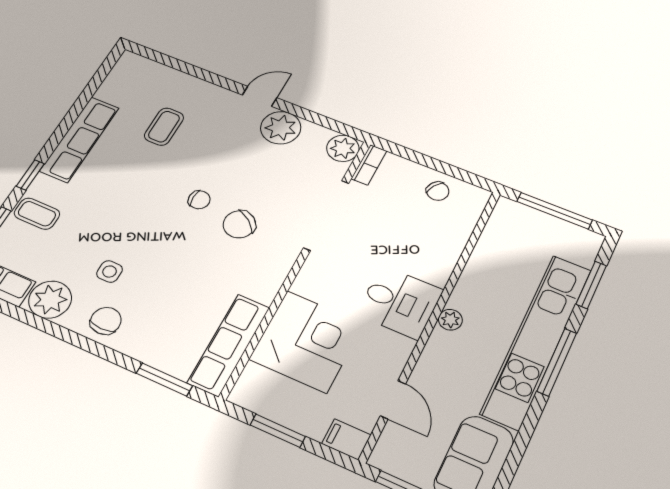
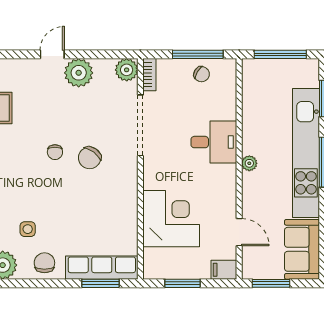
window: (444, 168) -> (198, 54), added
chair: (199, 200) -> (55, 152), turned 90
desk: (400, 302) -> (214, 142), moved
row of seats: (229, 345) -> (102, 268), moved, turned 90

